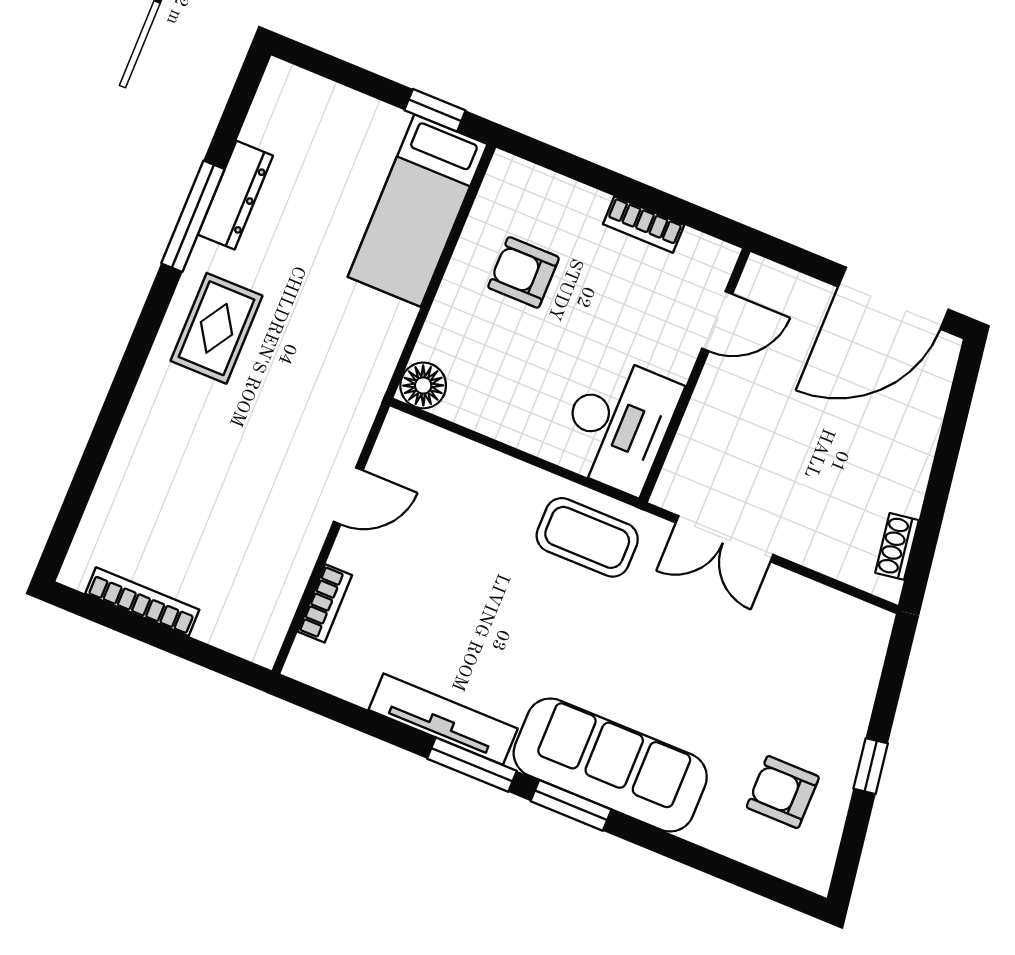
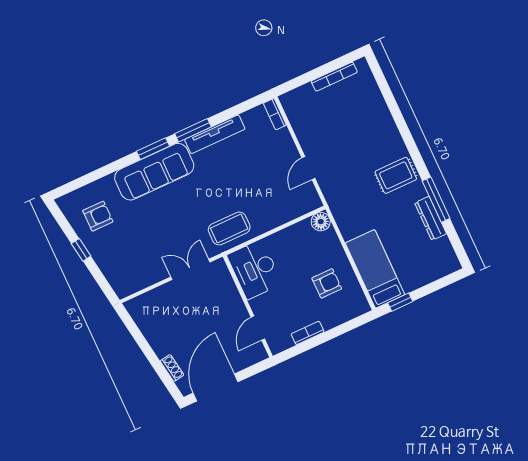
rug: (216, 328) -> (396, 175), turned 90
shoe rack: (897, 546) -> (172, 368), moved
bookcase: (325, 603) -> (275, 114), moved

